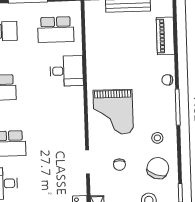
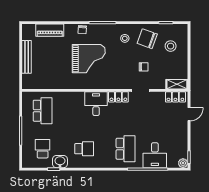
desk: (67, 71) -> (96, 104), moved
grand piano: (113, 112) -> (89, 59), moved
locker: (78, 132) -> (118, 97), added

